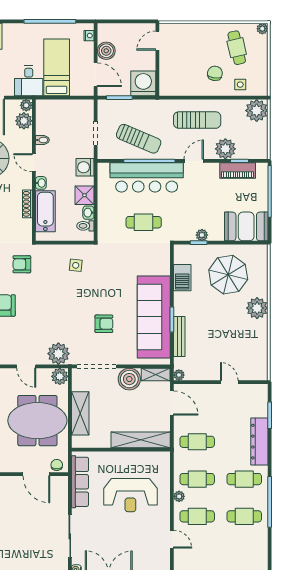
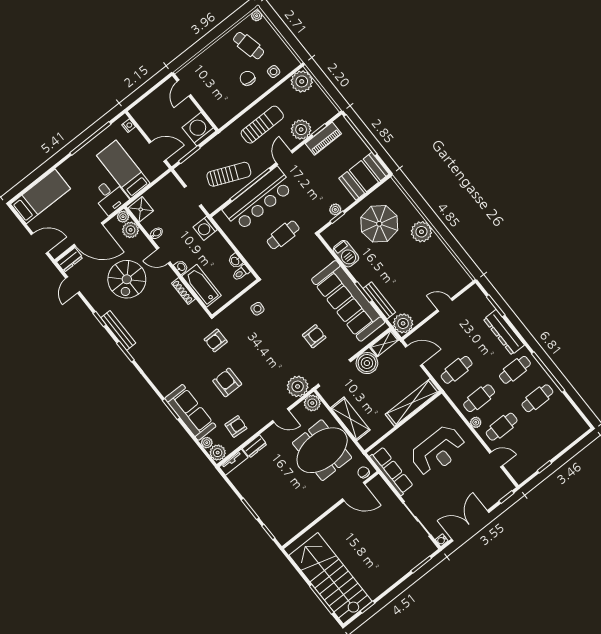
boiler: (106, 51) -> (151, 127), removed
shower: (85, 195) -> (141, 209), moved
plant: (179, 375) -> (403, 323), width x1.88, depth x1.88

